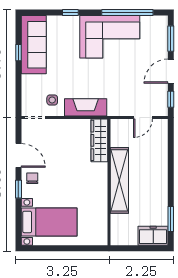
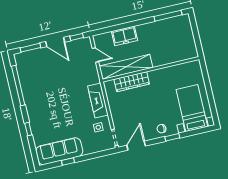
corner sofa: (110, 37) -> (40, 95), removed
wardrobe: (99, 140) -> (132, 82), moved
door: (18, 155) -> (136, 146), moved
shelving: (119, 180) -> (126, 67), moved
window: (171, 219) -> (168, 16), width x1.44
freezer: (153, 236) -> (125, 36), moved, turned -90

